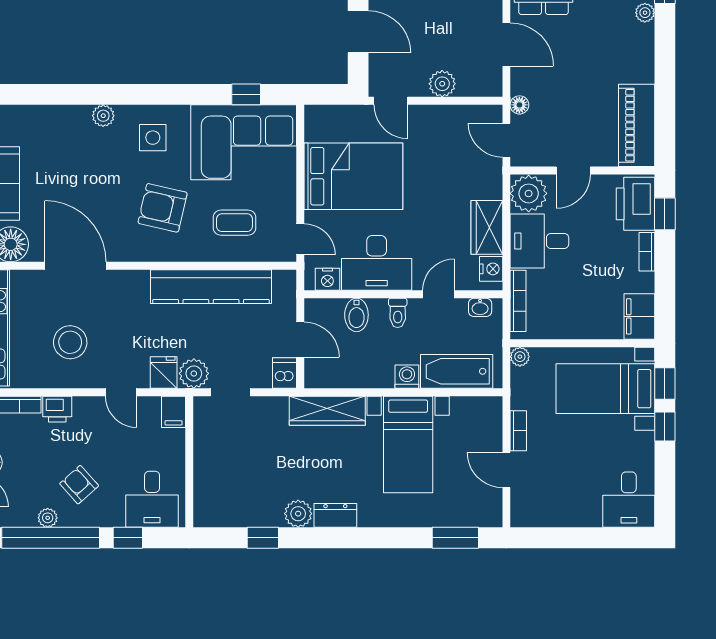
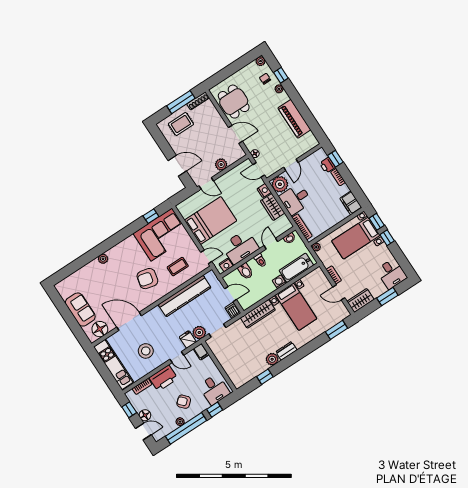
piano: (637, 125) -> (294, 119), moved
side table: (153, 138) -> (127, 255), removed
printer: (635, 204) -> (327, 165), width x0.53, depth x0.68
nightstand: (491, 269) -> (264, 191), moved
printer: (57, 409) -> (163, 378), width x1.87, depth x1.48
wardrobe: (537, 512) -> (360, 300), added
window: (593, 538) -> (387, 297), added

